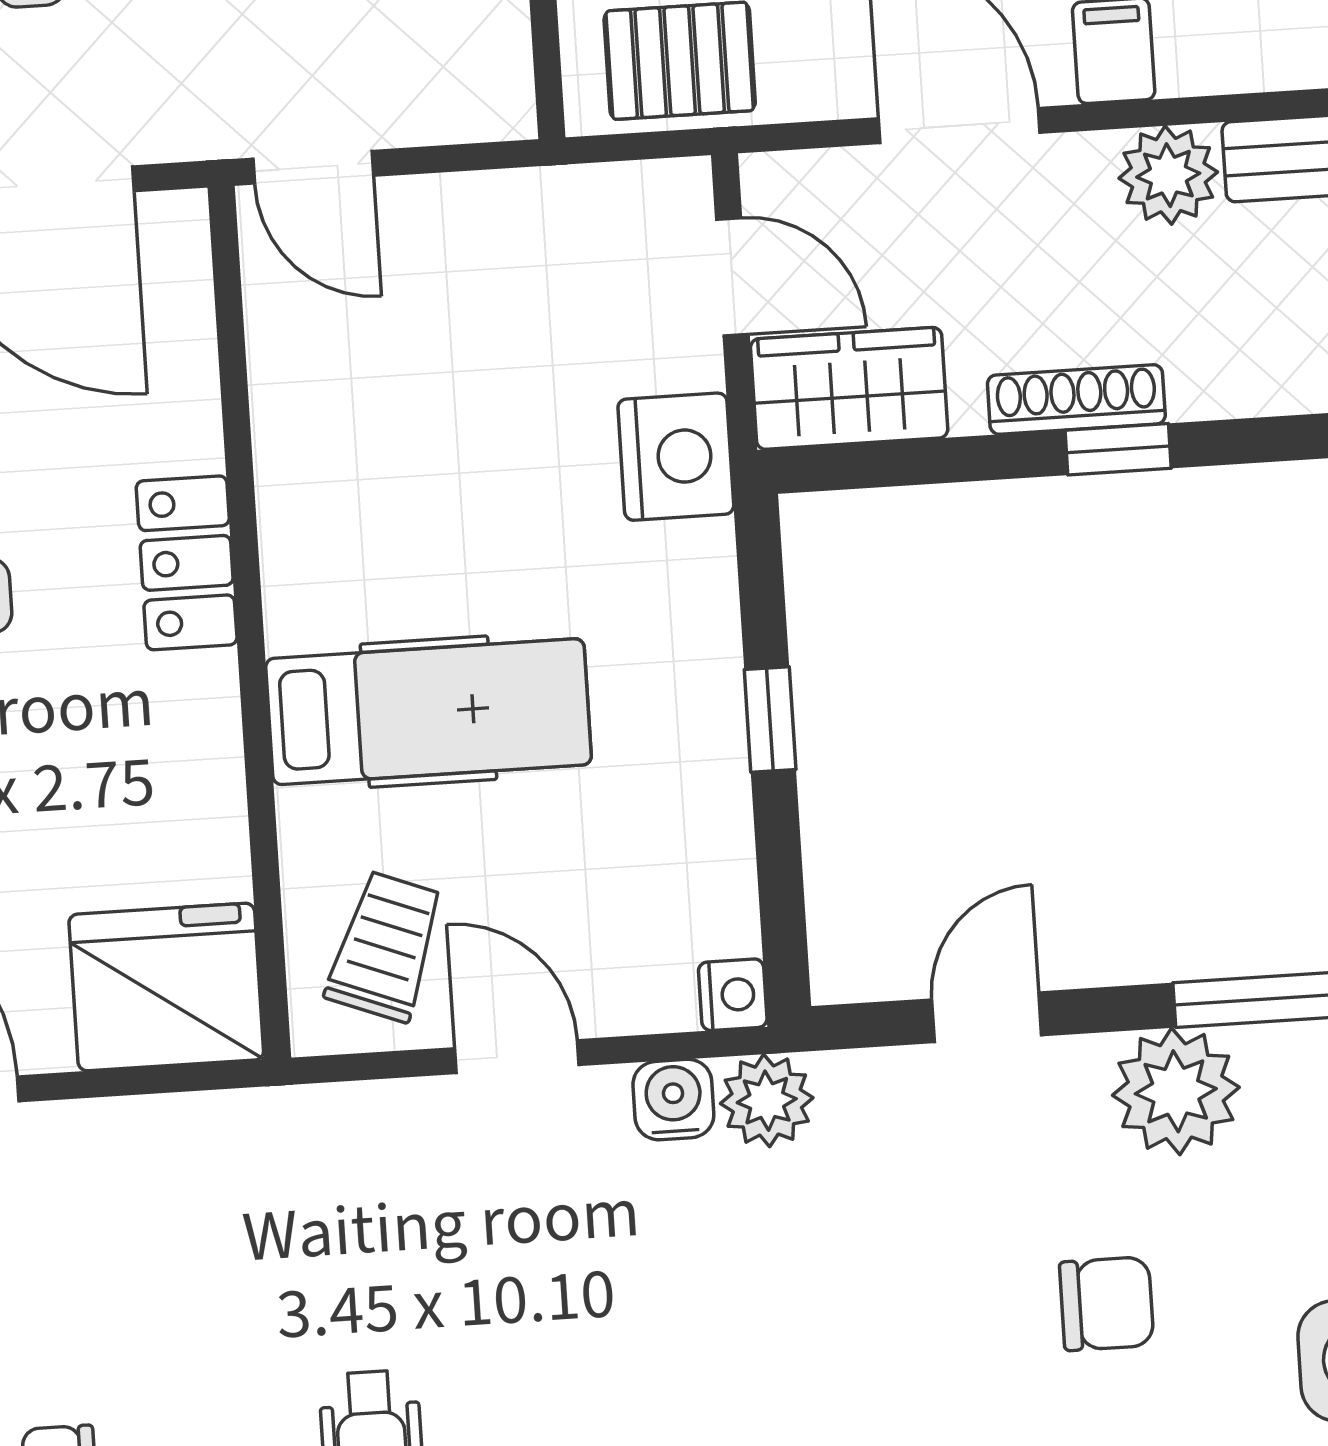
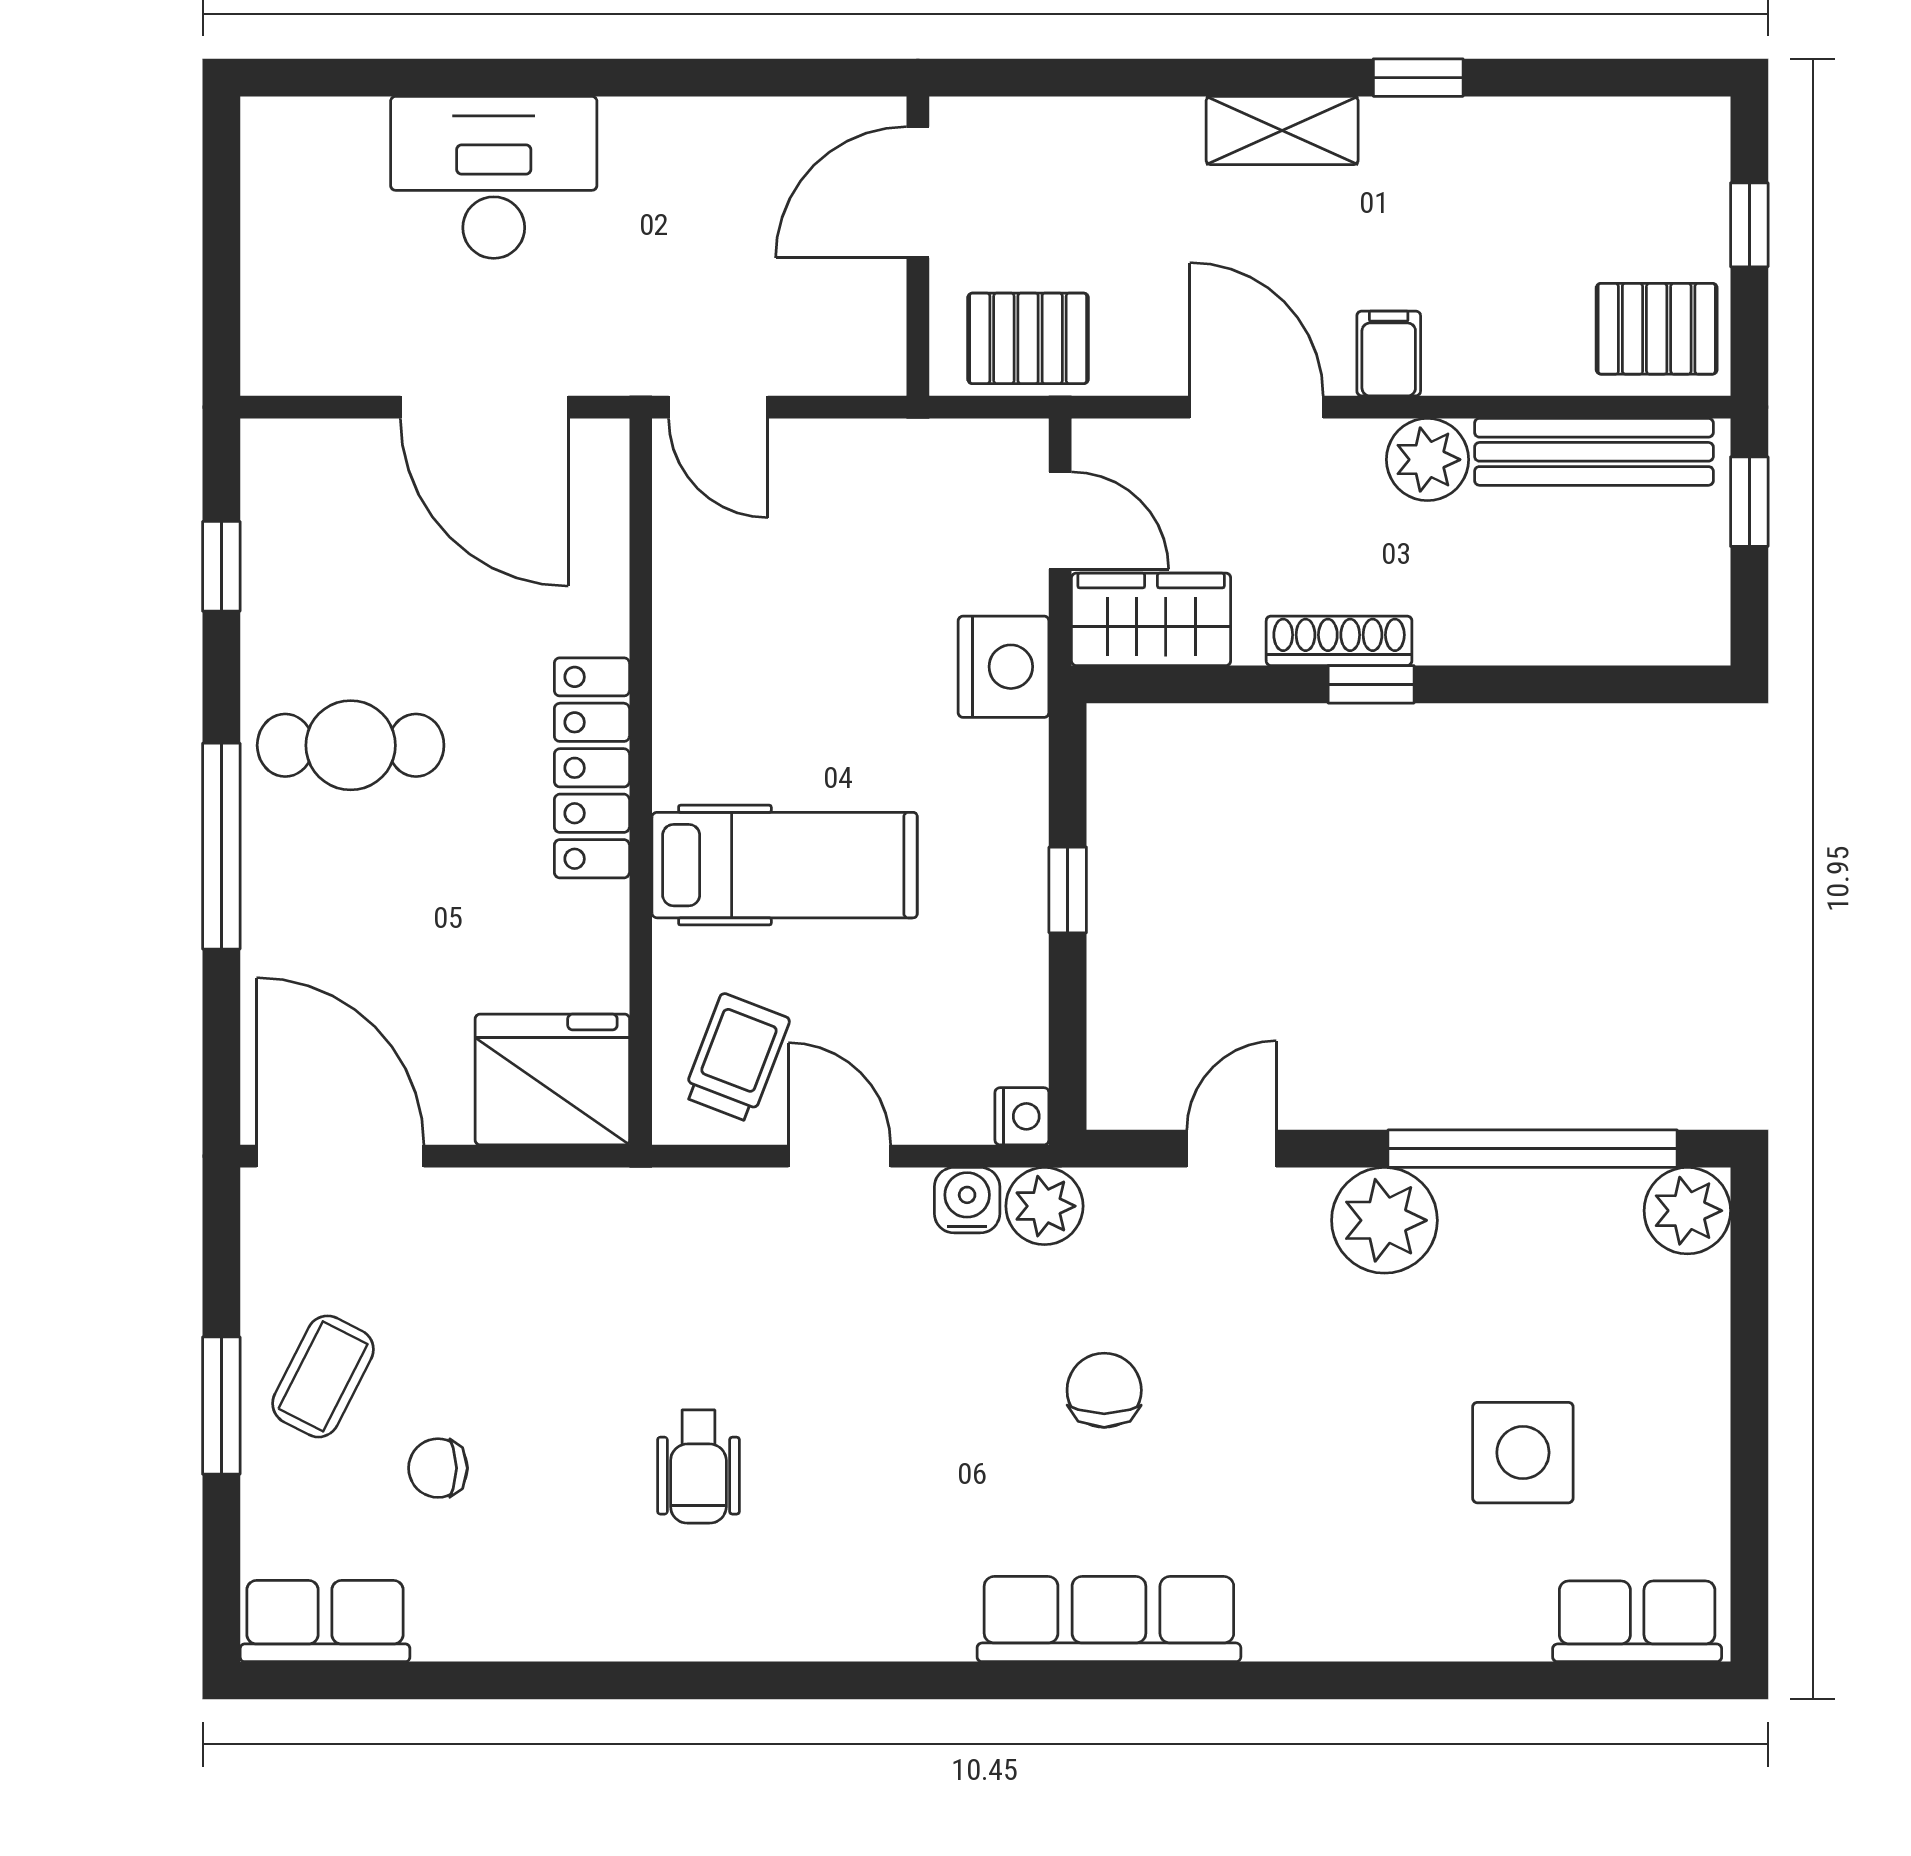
locker: (187, 563) -> (592, 768), width x1.53
chair: (1107, 1304) -> (1104, 1390), moved, turned -90

